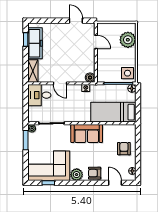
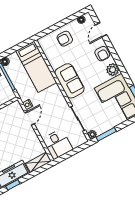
boiler: (90, 78) -> (16, 106), removed
door: (60, 83) -> (29, 118), moved

